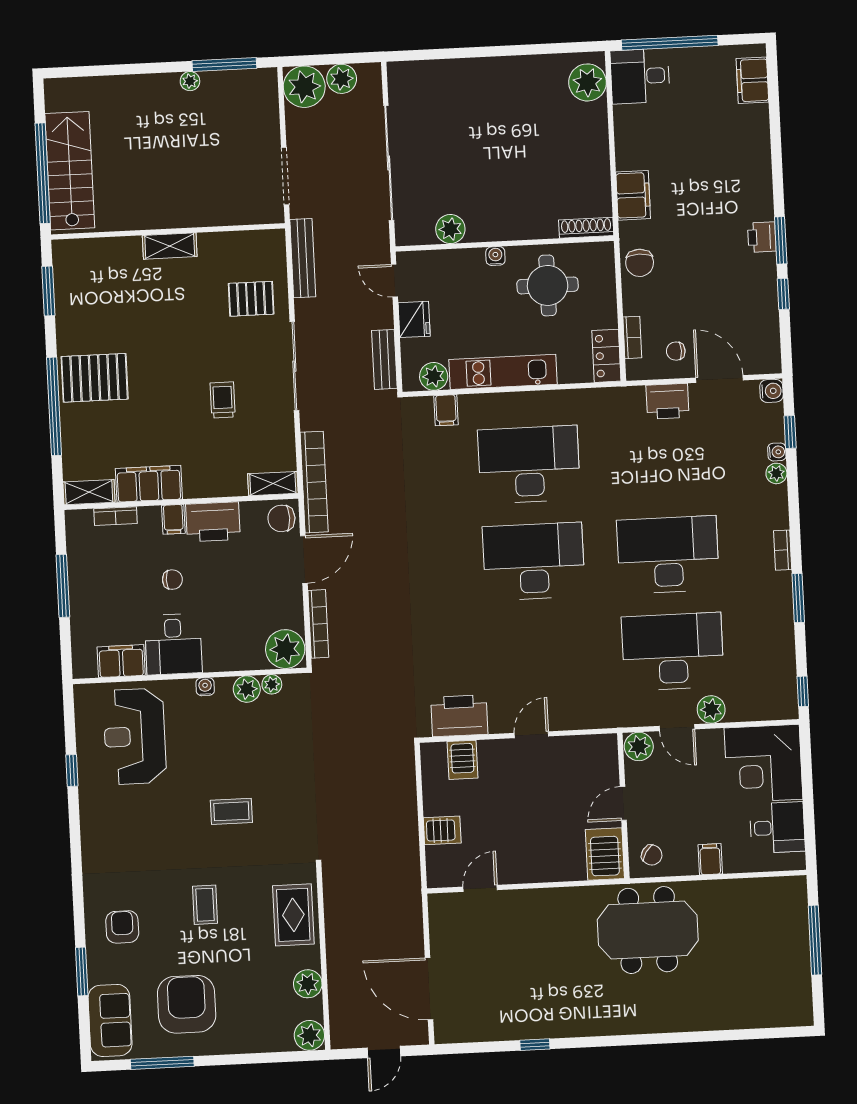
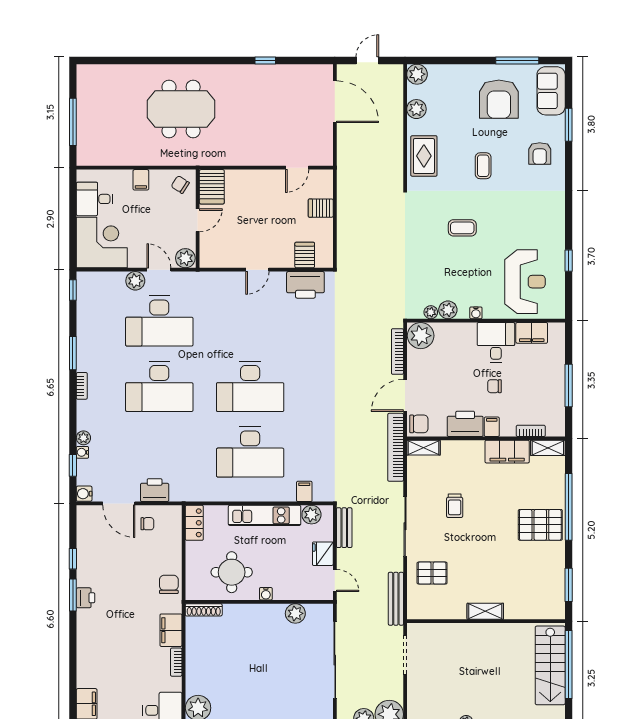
bookcase: (632, 337) -> (176, 662), moved
meeting table: (648, 930) -> (181, 109), moved

